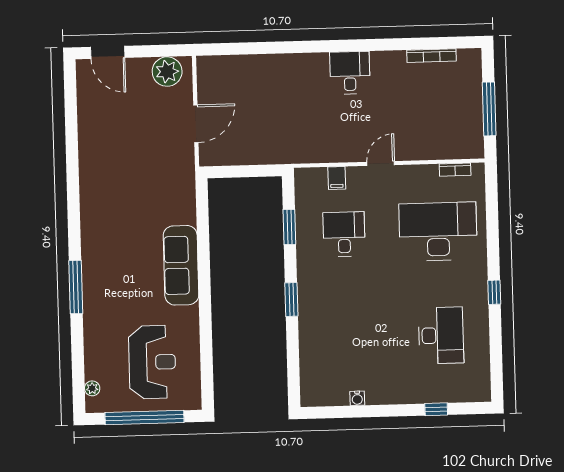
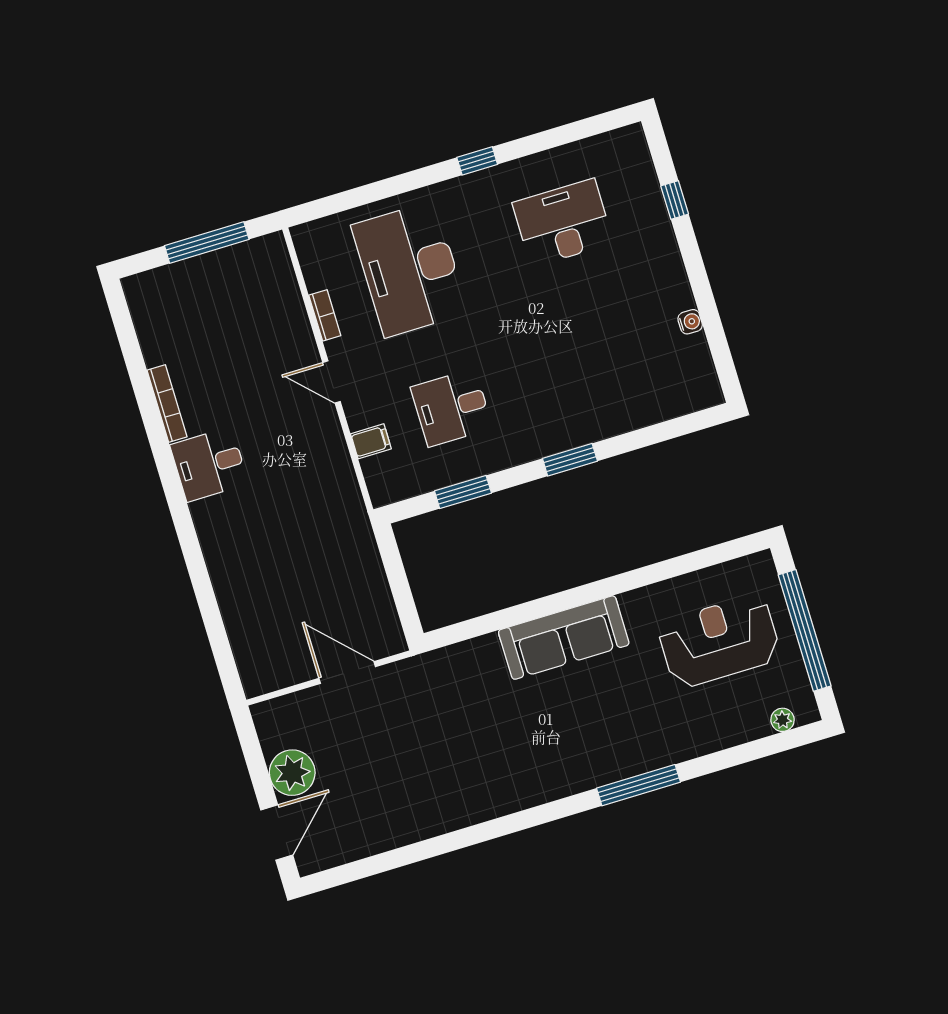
bookcase: (431, 56) -> (167, 404), moved
plant: (167, 72) -> (292, 773), moved
bookcase: (455, 170) -> (325, 315), moved

